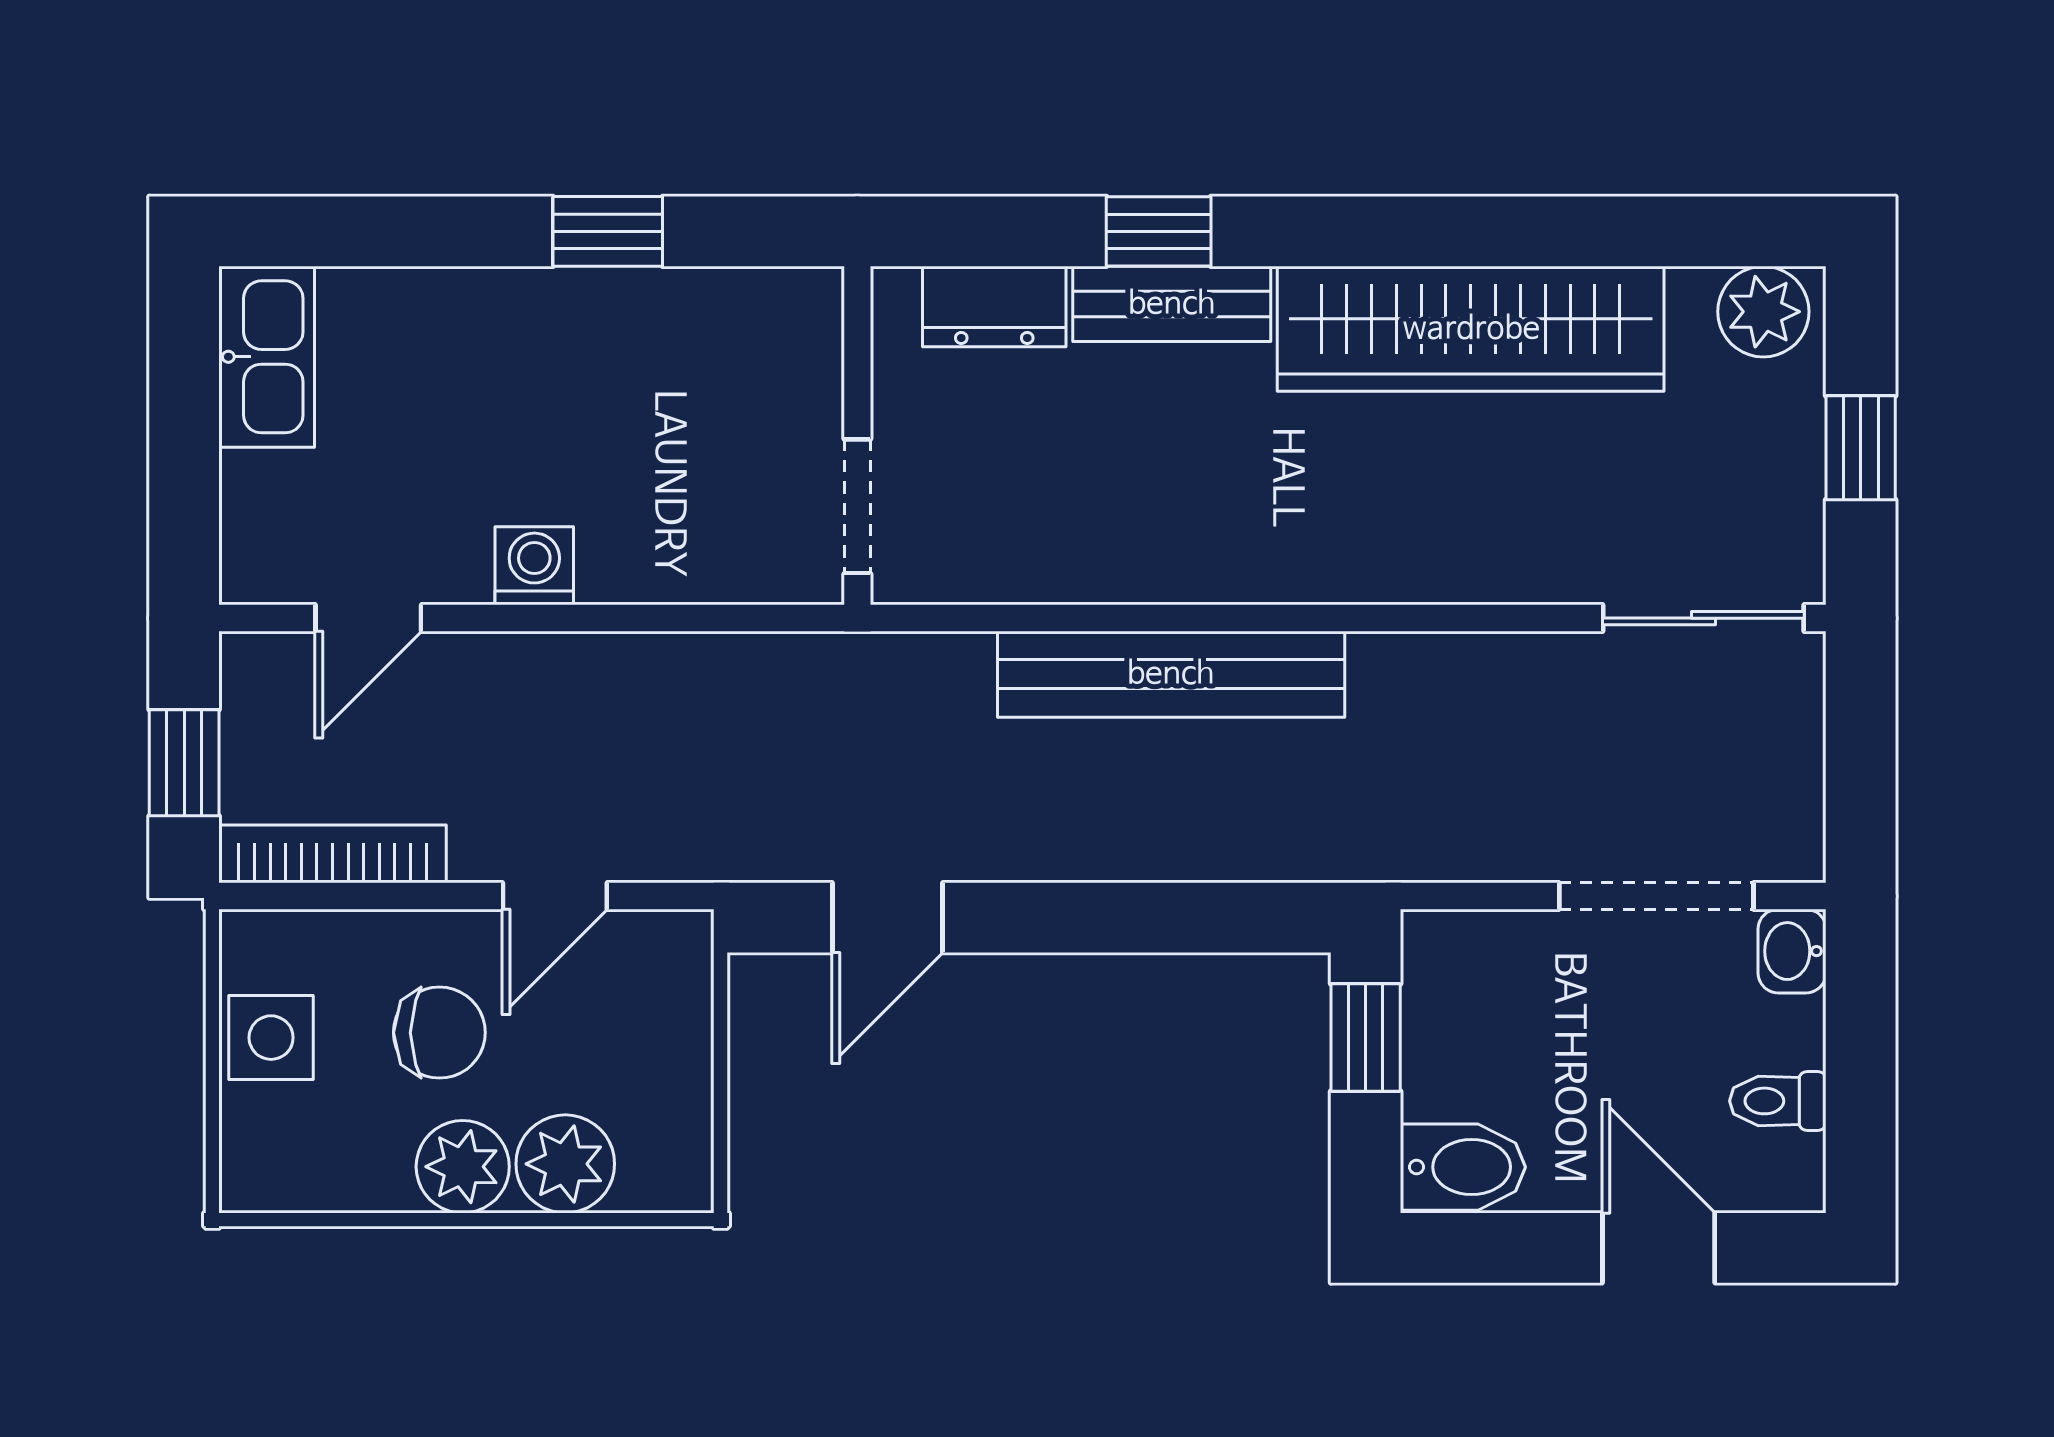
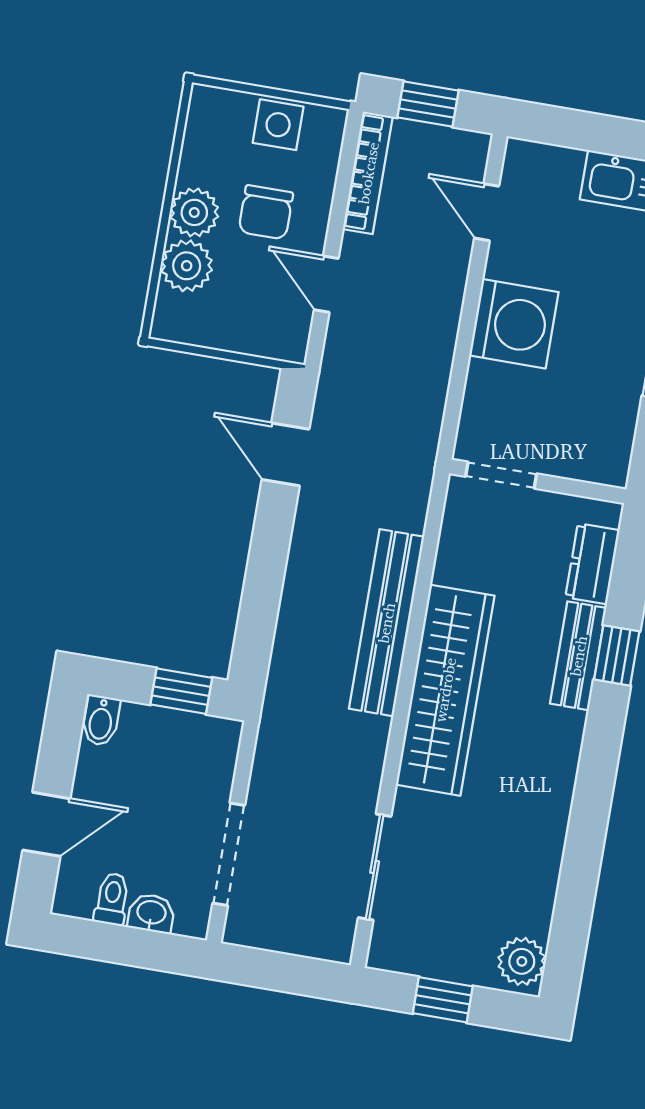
wardrobe: (1471, 329) -> (445, 690), moved, turned 180
washing machine: (534, 566) -> (514, 324), width x1.89, depth x1.89
sliding door: (1703, 618) -> (375, 867), moved
washbasin: (1792, 951) -> (151, 913), moved
bidet: (1463, 1167) -> (101, 721), width x0.72, depth x0.74

